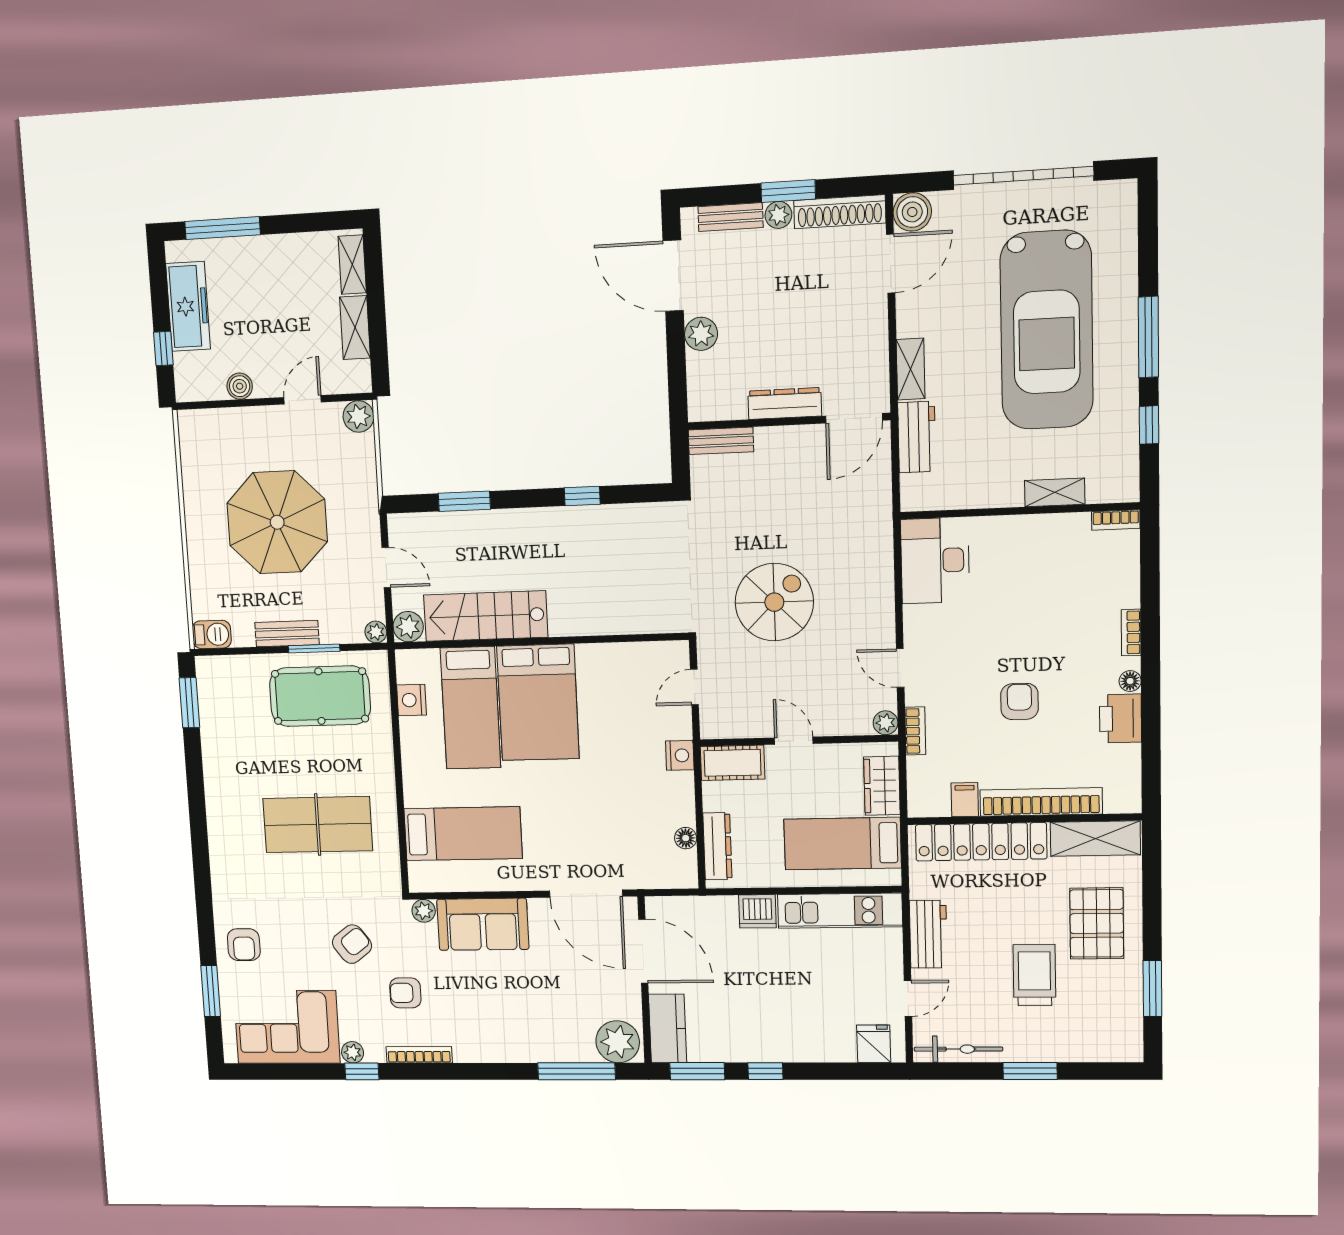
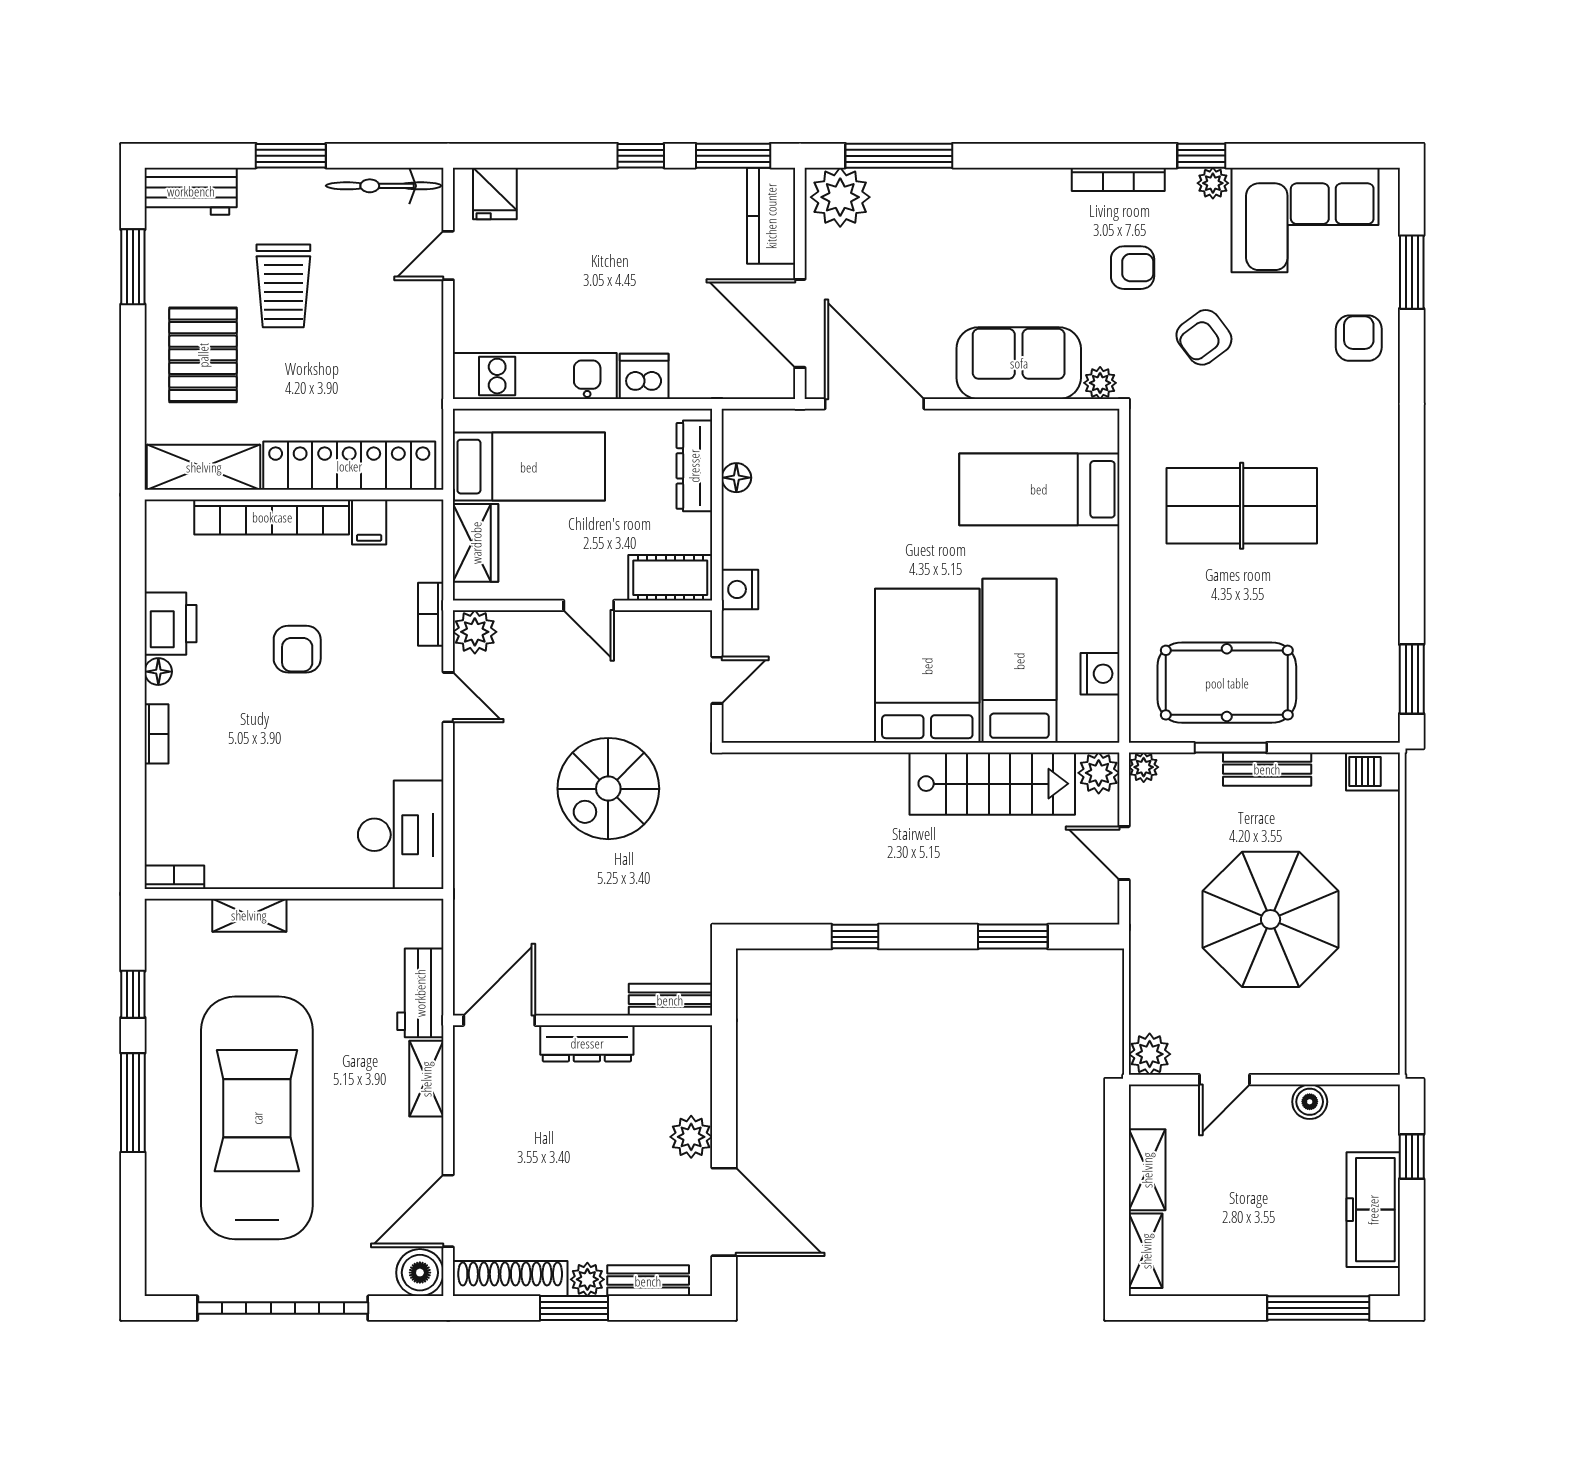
plant: (886, 723) -> (475, 632), width x1.38, depth x1.38
workbench: (928, 934) -> (191, 191), moved, turned -90

